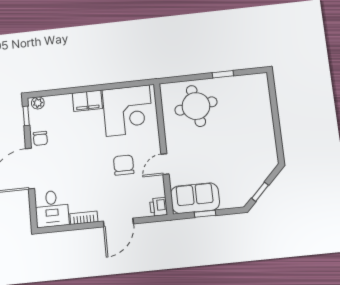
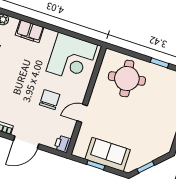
filing cabinet: (87, 101) -> (30, 31), moved
sofa: (195, 198) -> (108, 154), moved

